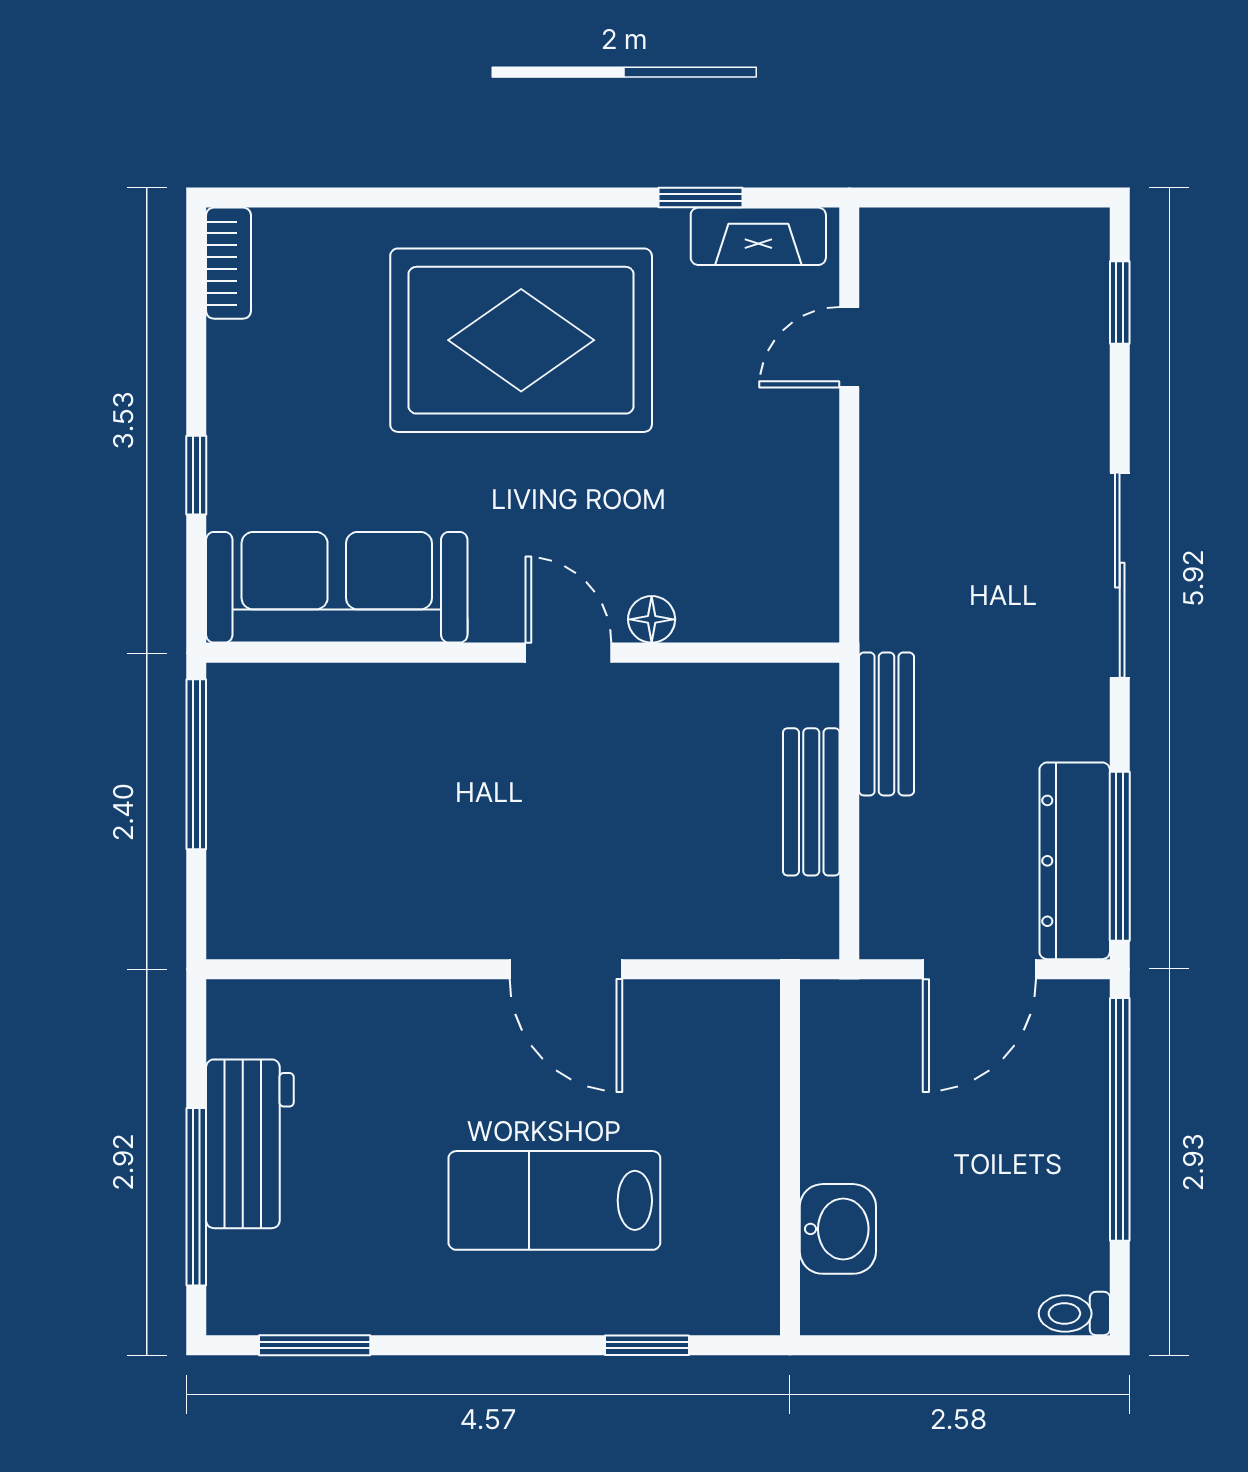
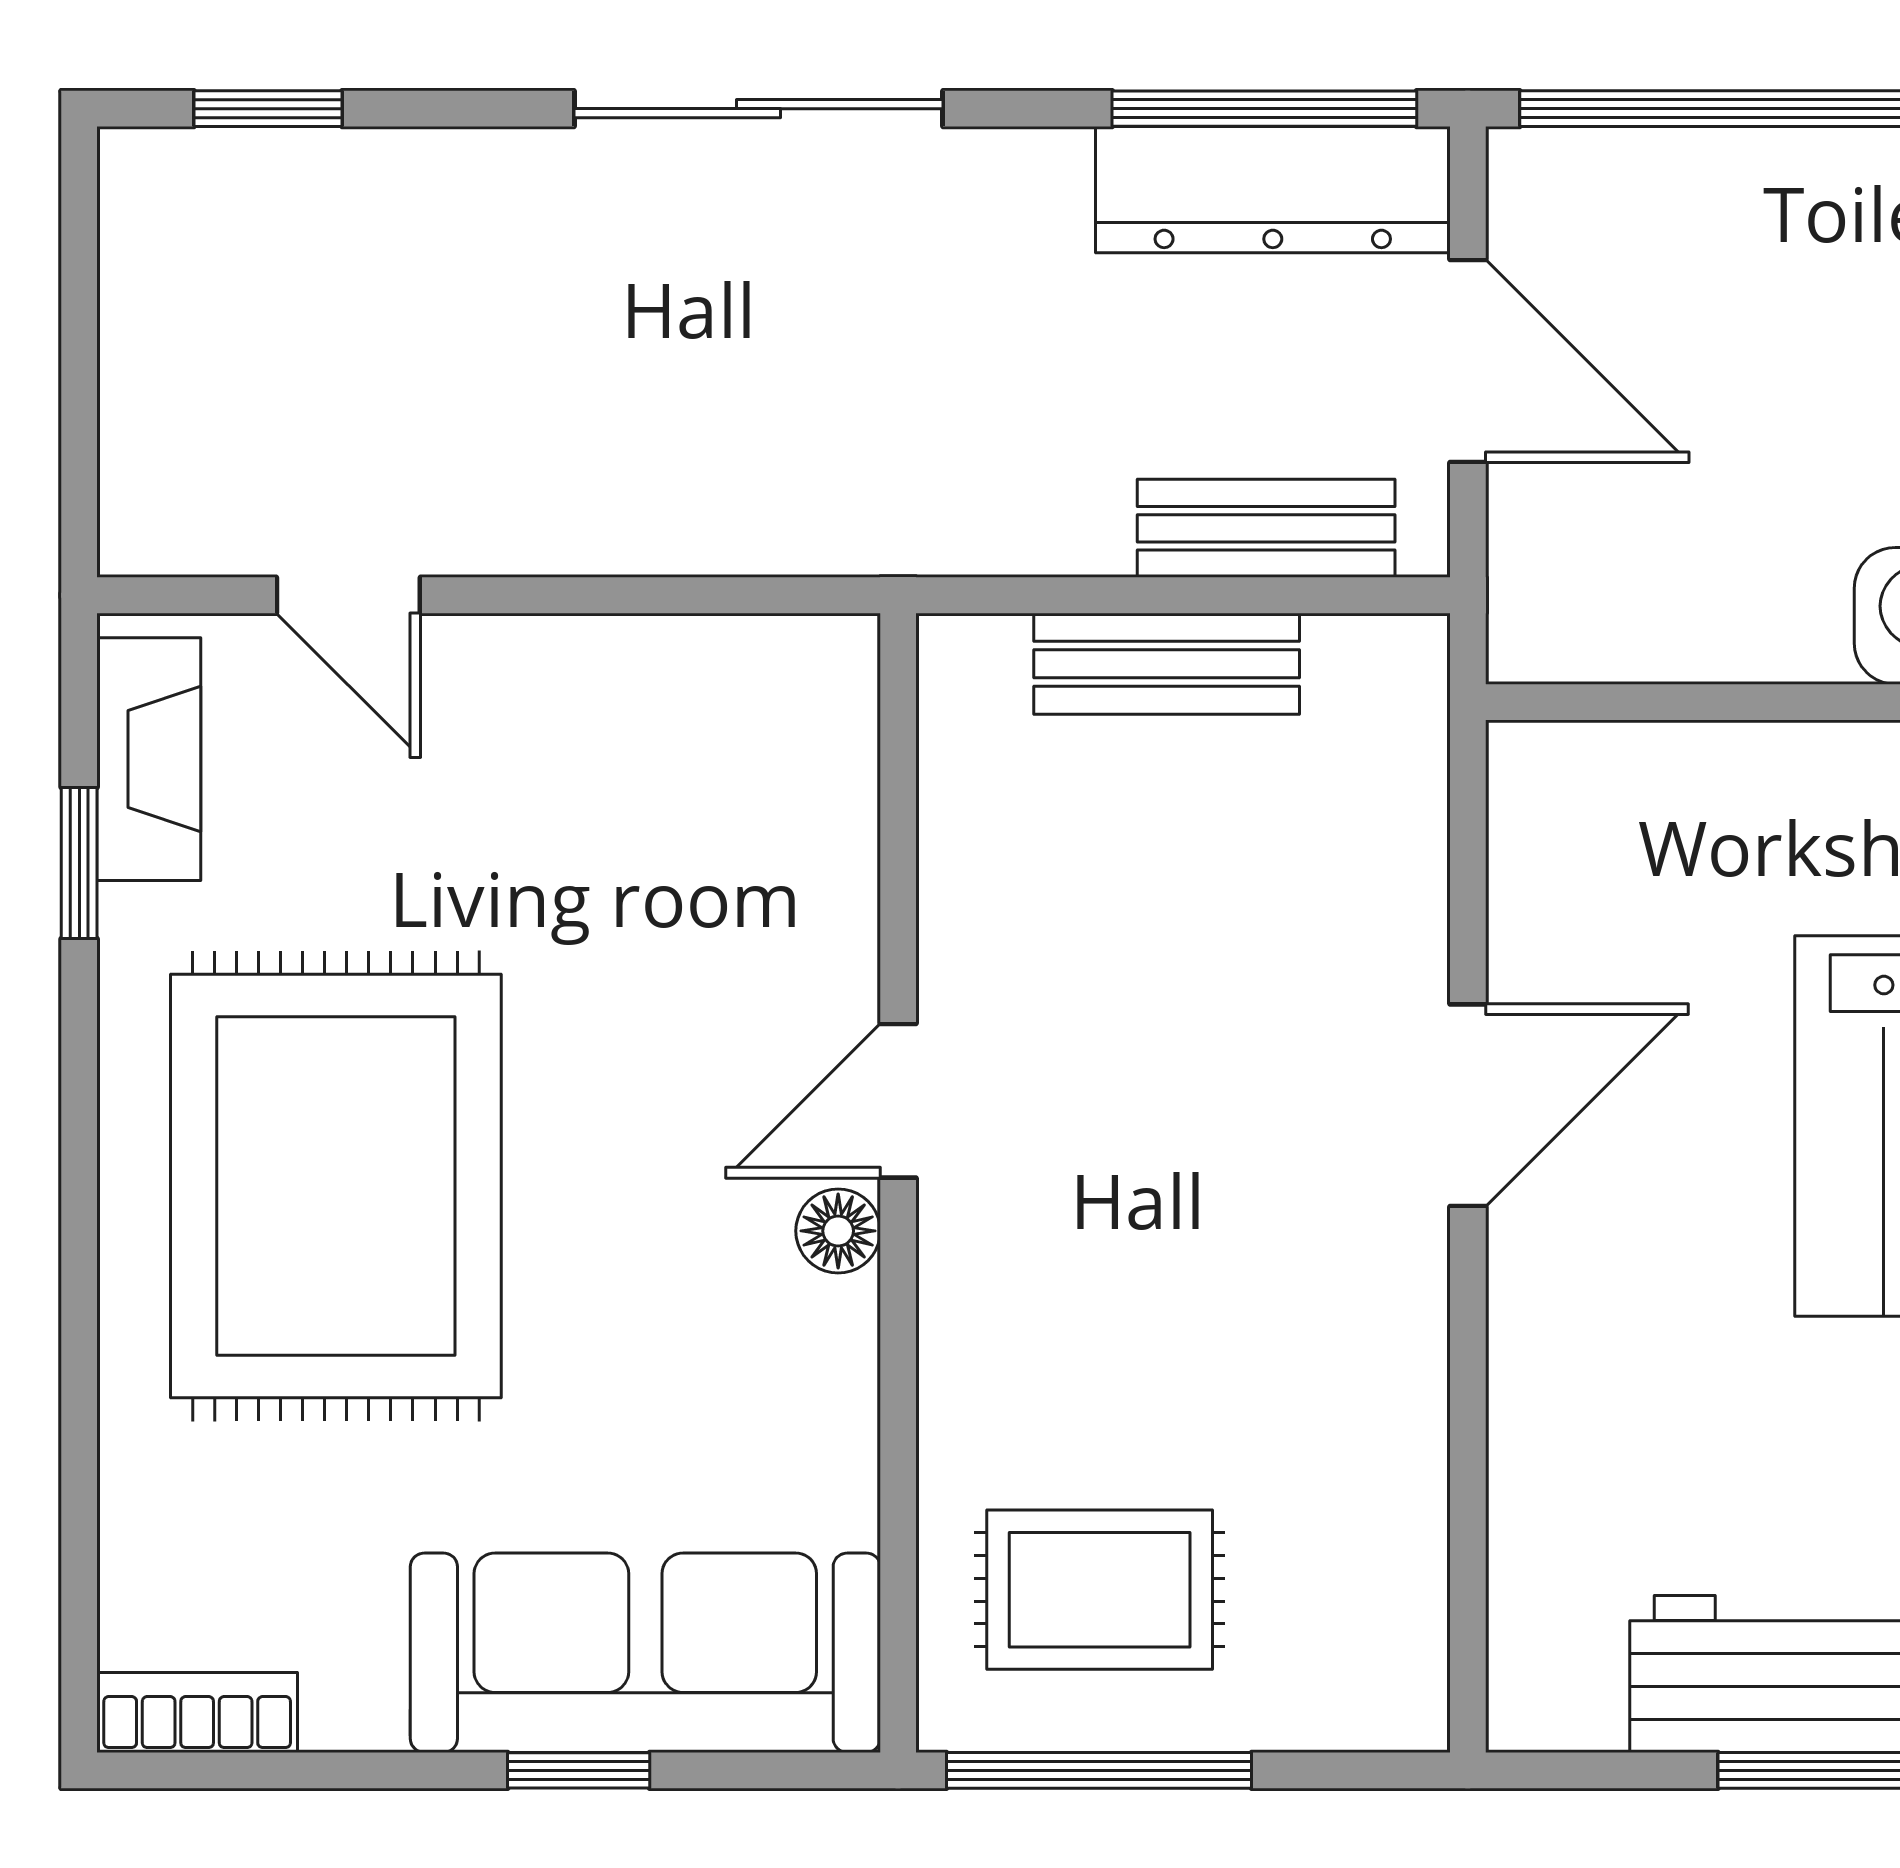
sofa: (337, 587) -> (645, 1653), moved, turned 90
floor lamp: (652, 619) -> (838, 1231), moved
bench: (887, 724) -> (1266, 528), moved
rug: (297, 765) -> (1100, 1590), added

